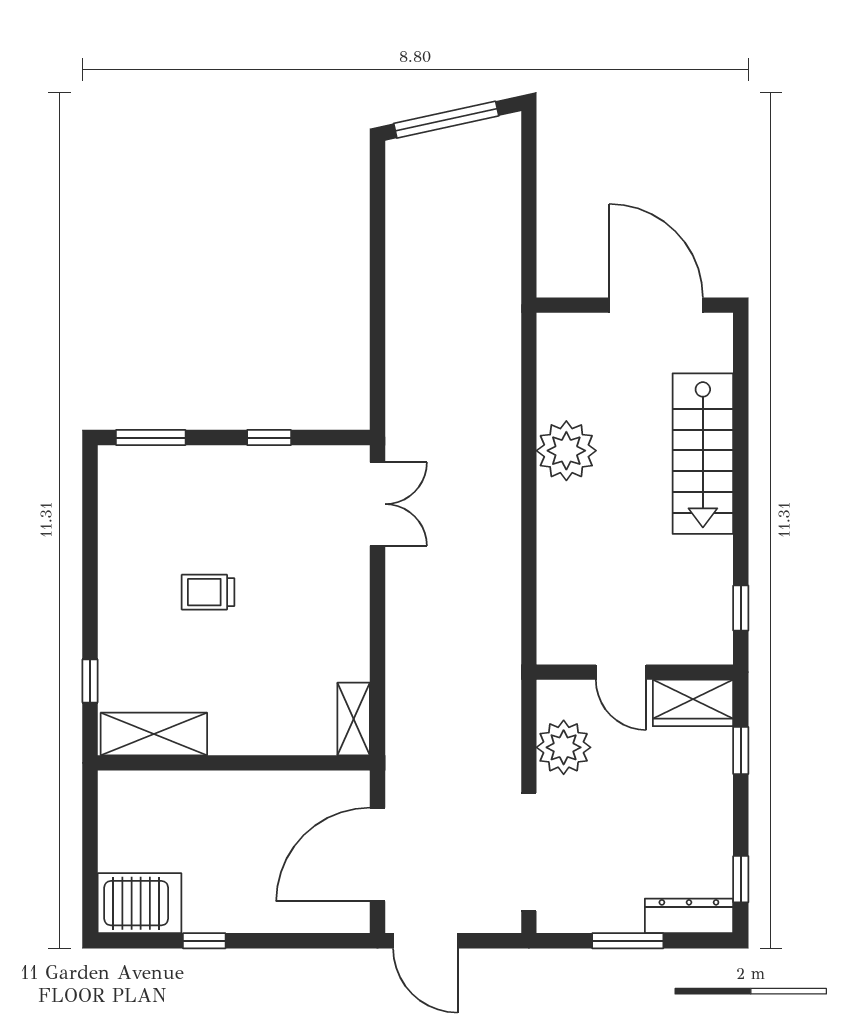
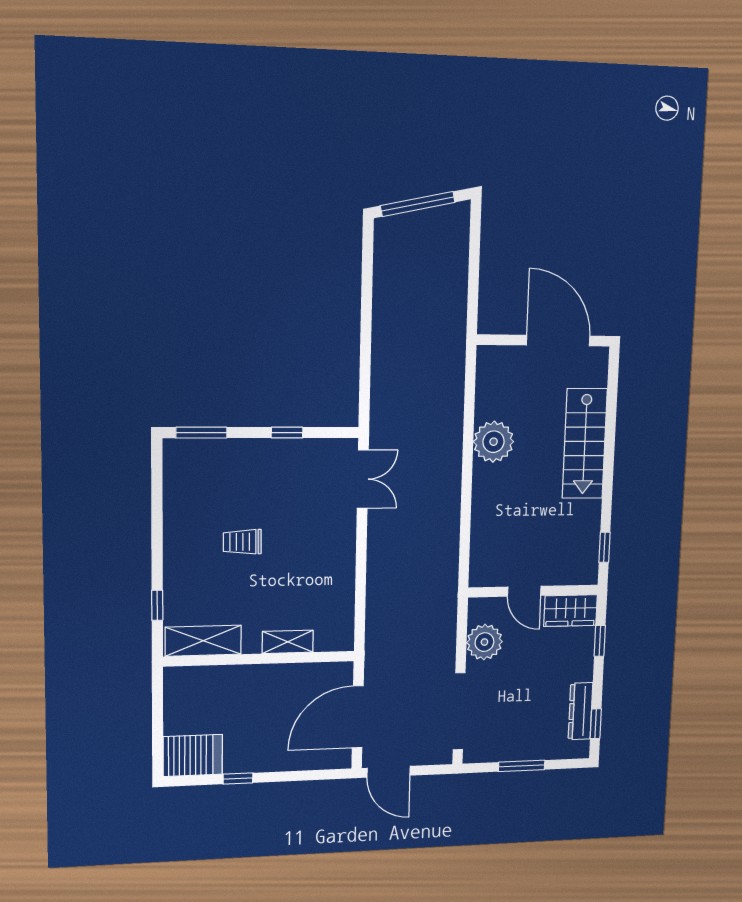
shelving: (354, 719) -> (288, 642), moved, turned 90
dresser: (689, 916) -> (581, 711), moved, turned -90

